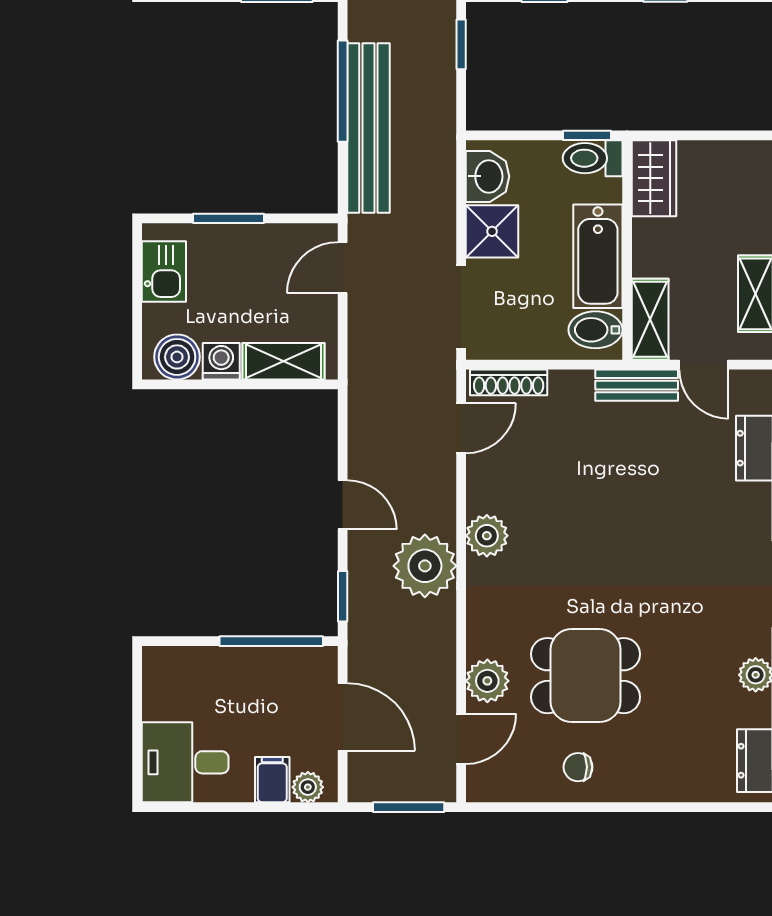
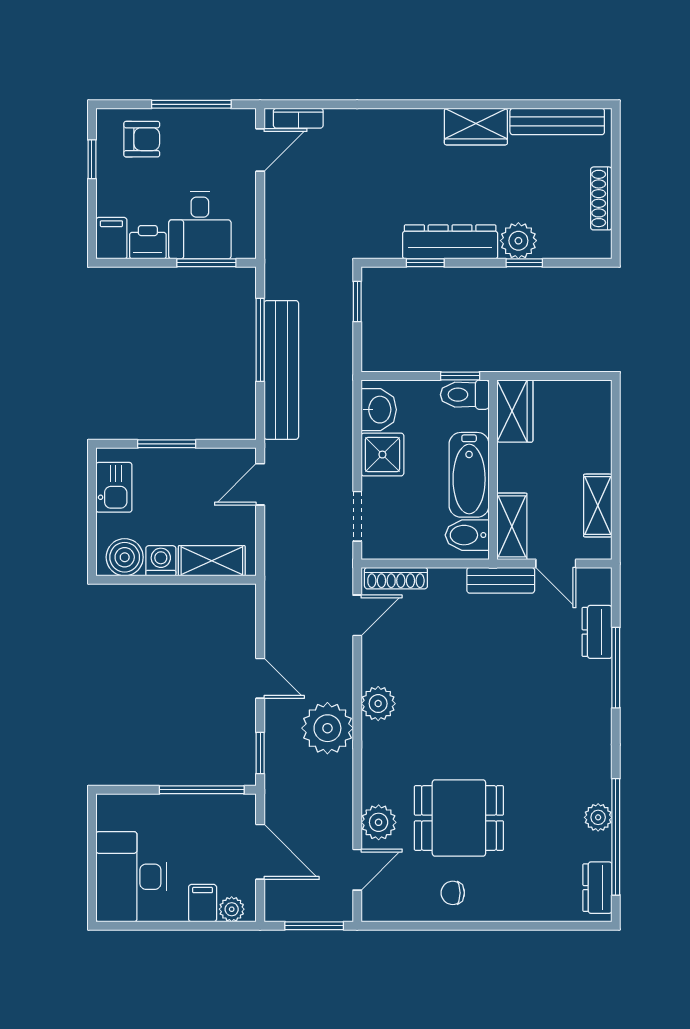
doorway: (461, 307) -> (357, 516), width x0.73
desk: (185, 762) -> (131, 877), width x1.37

